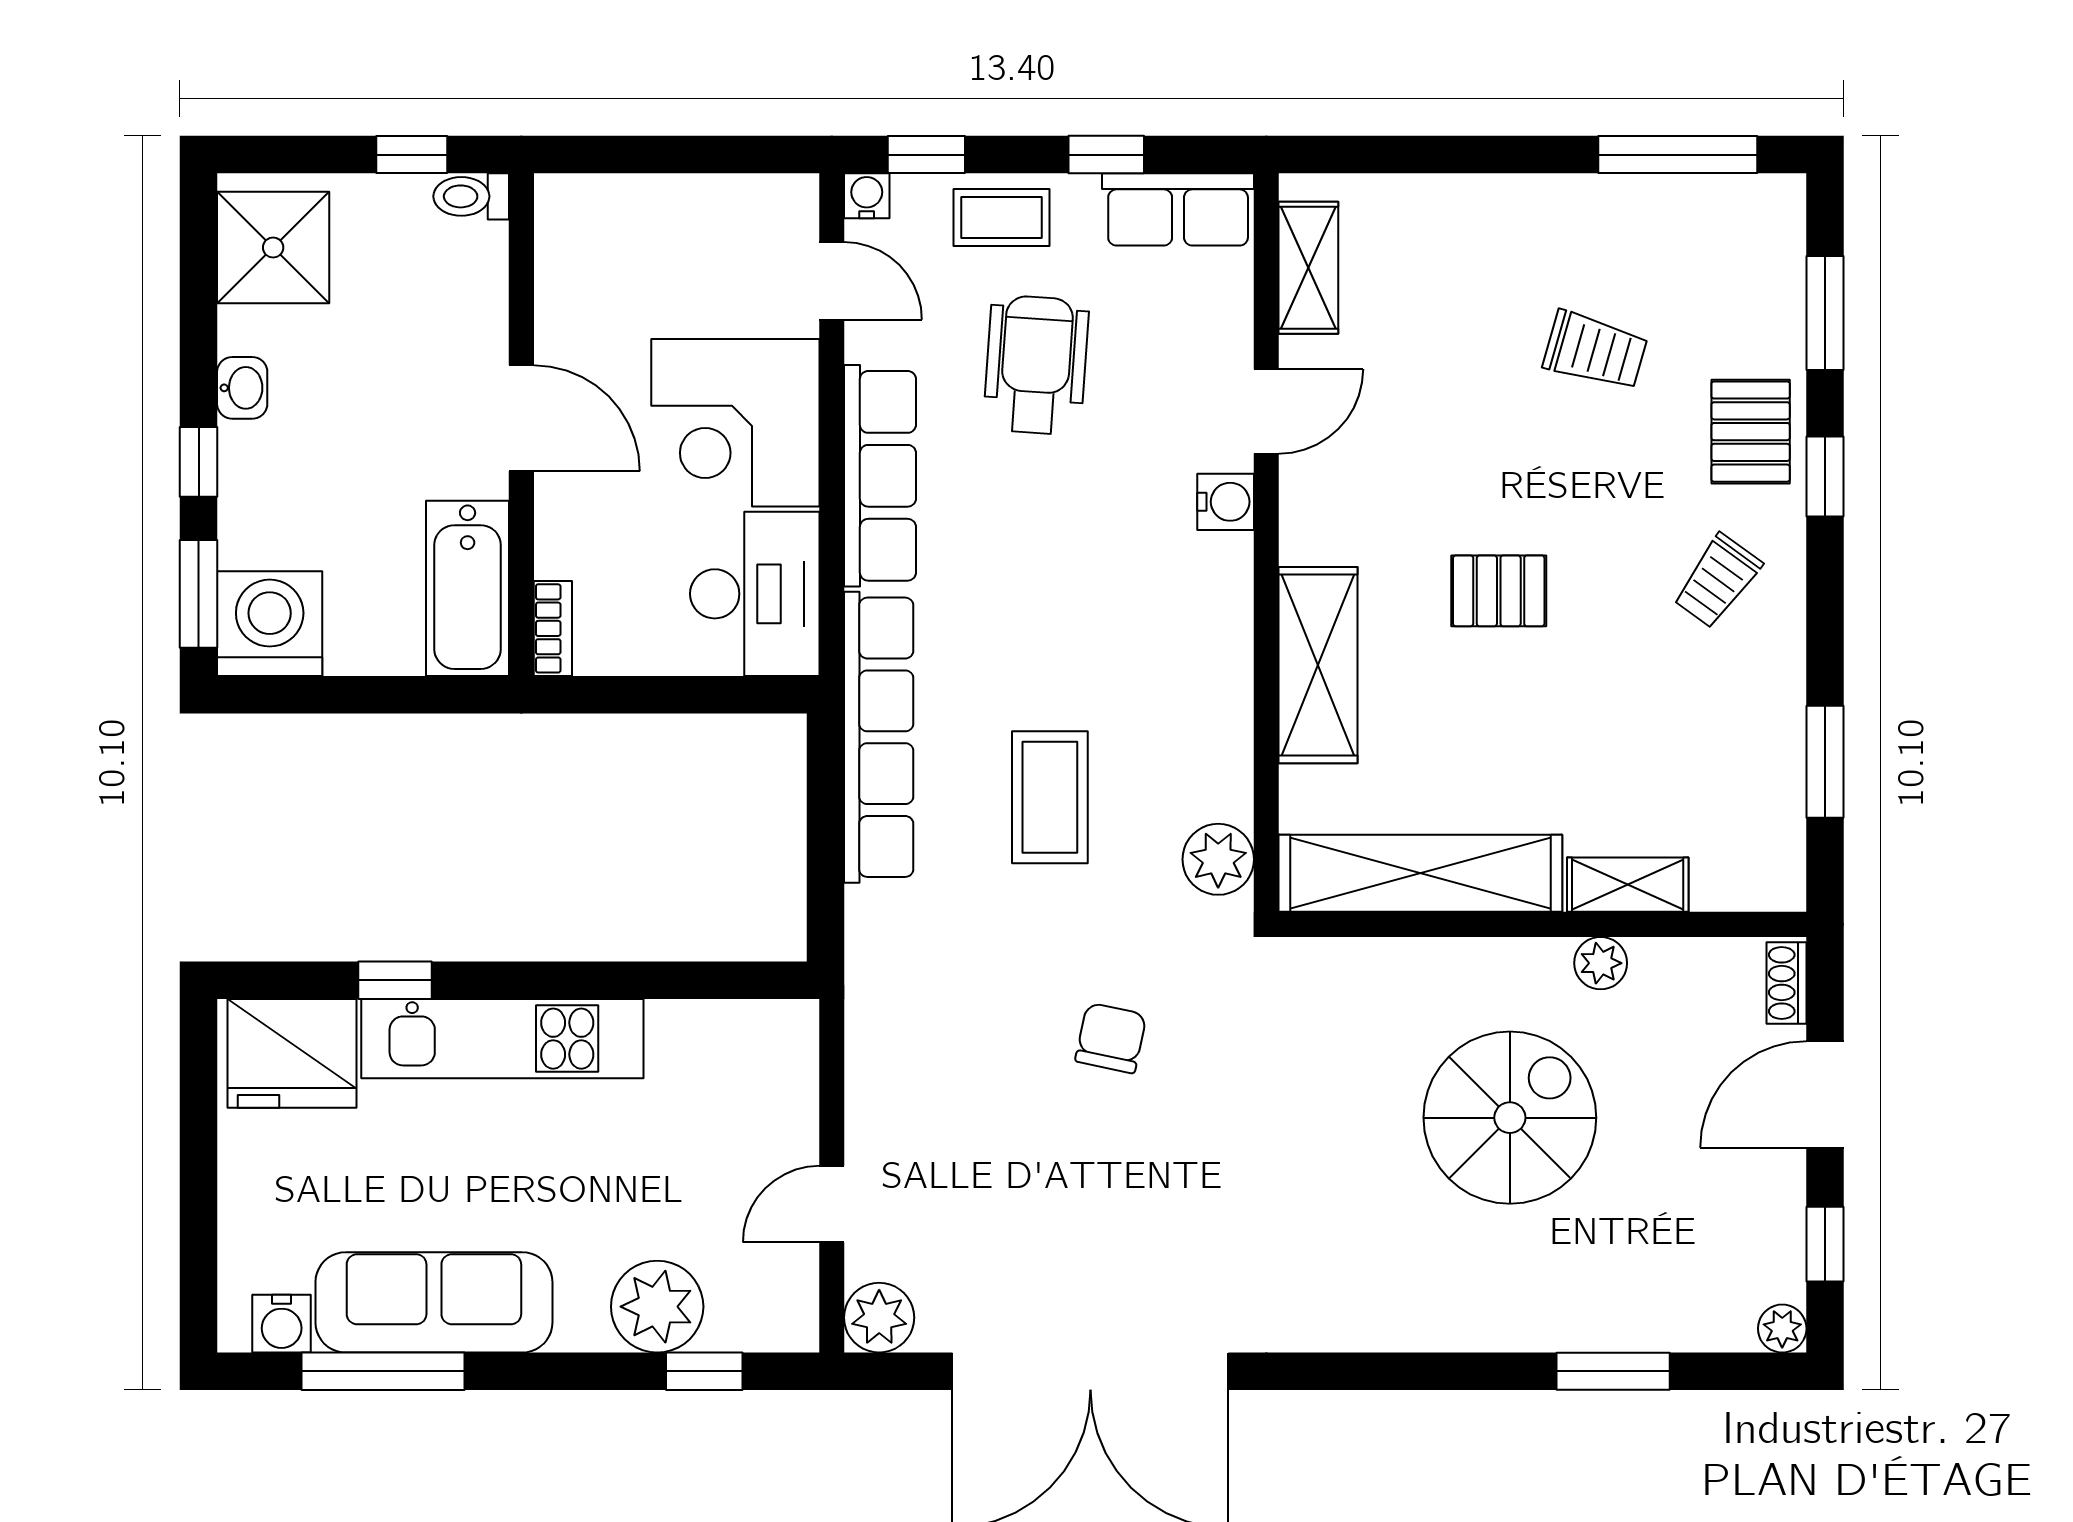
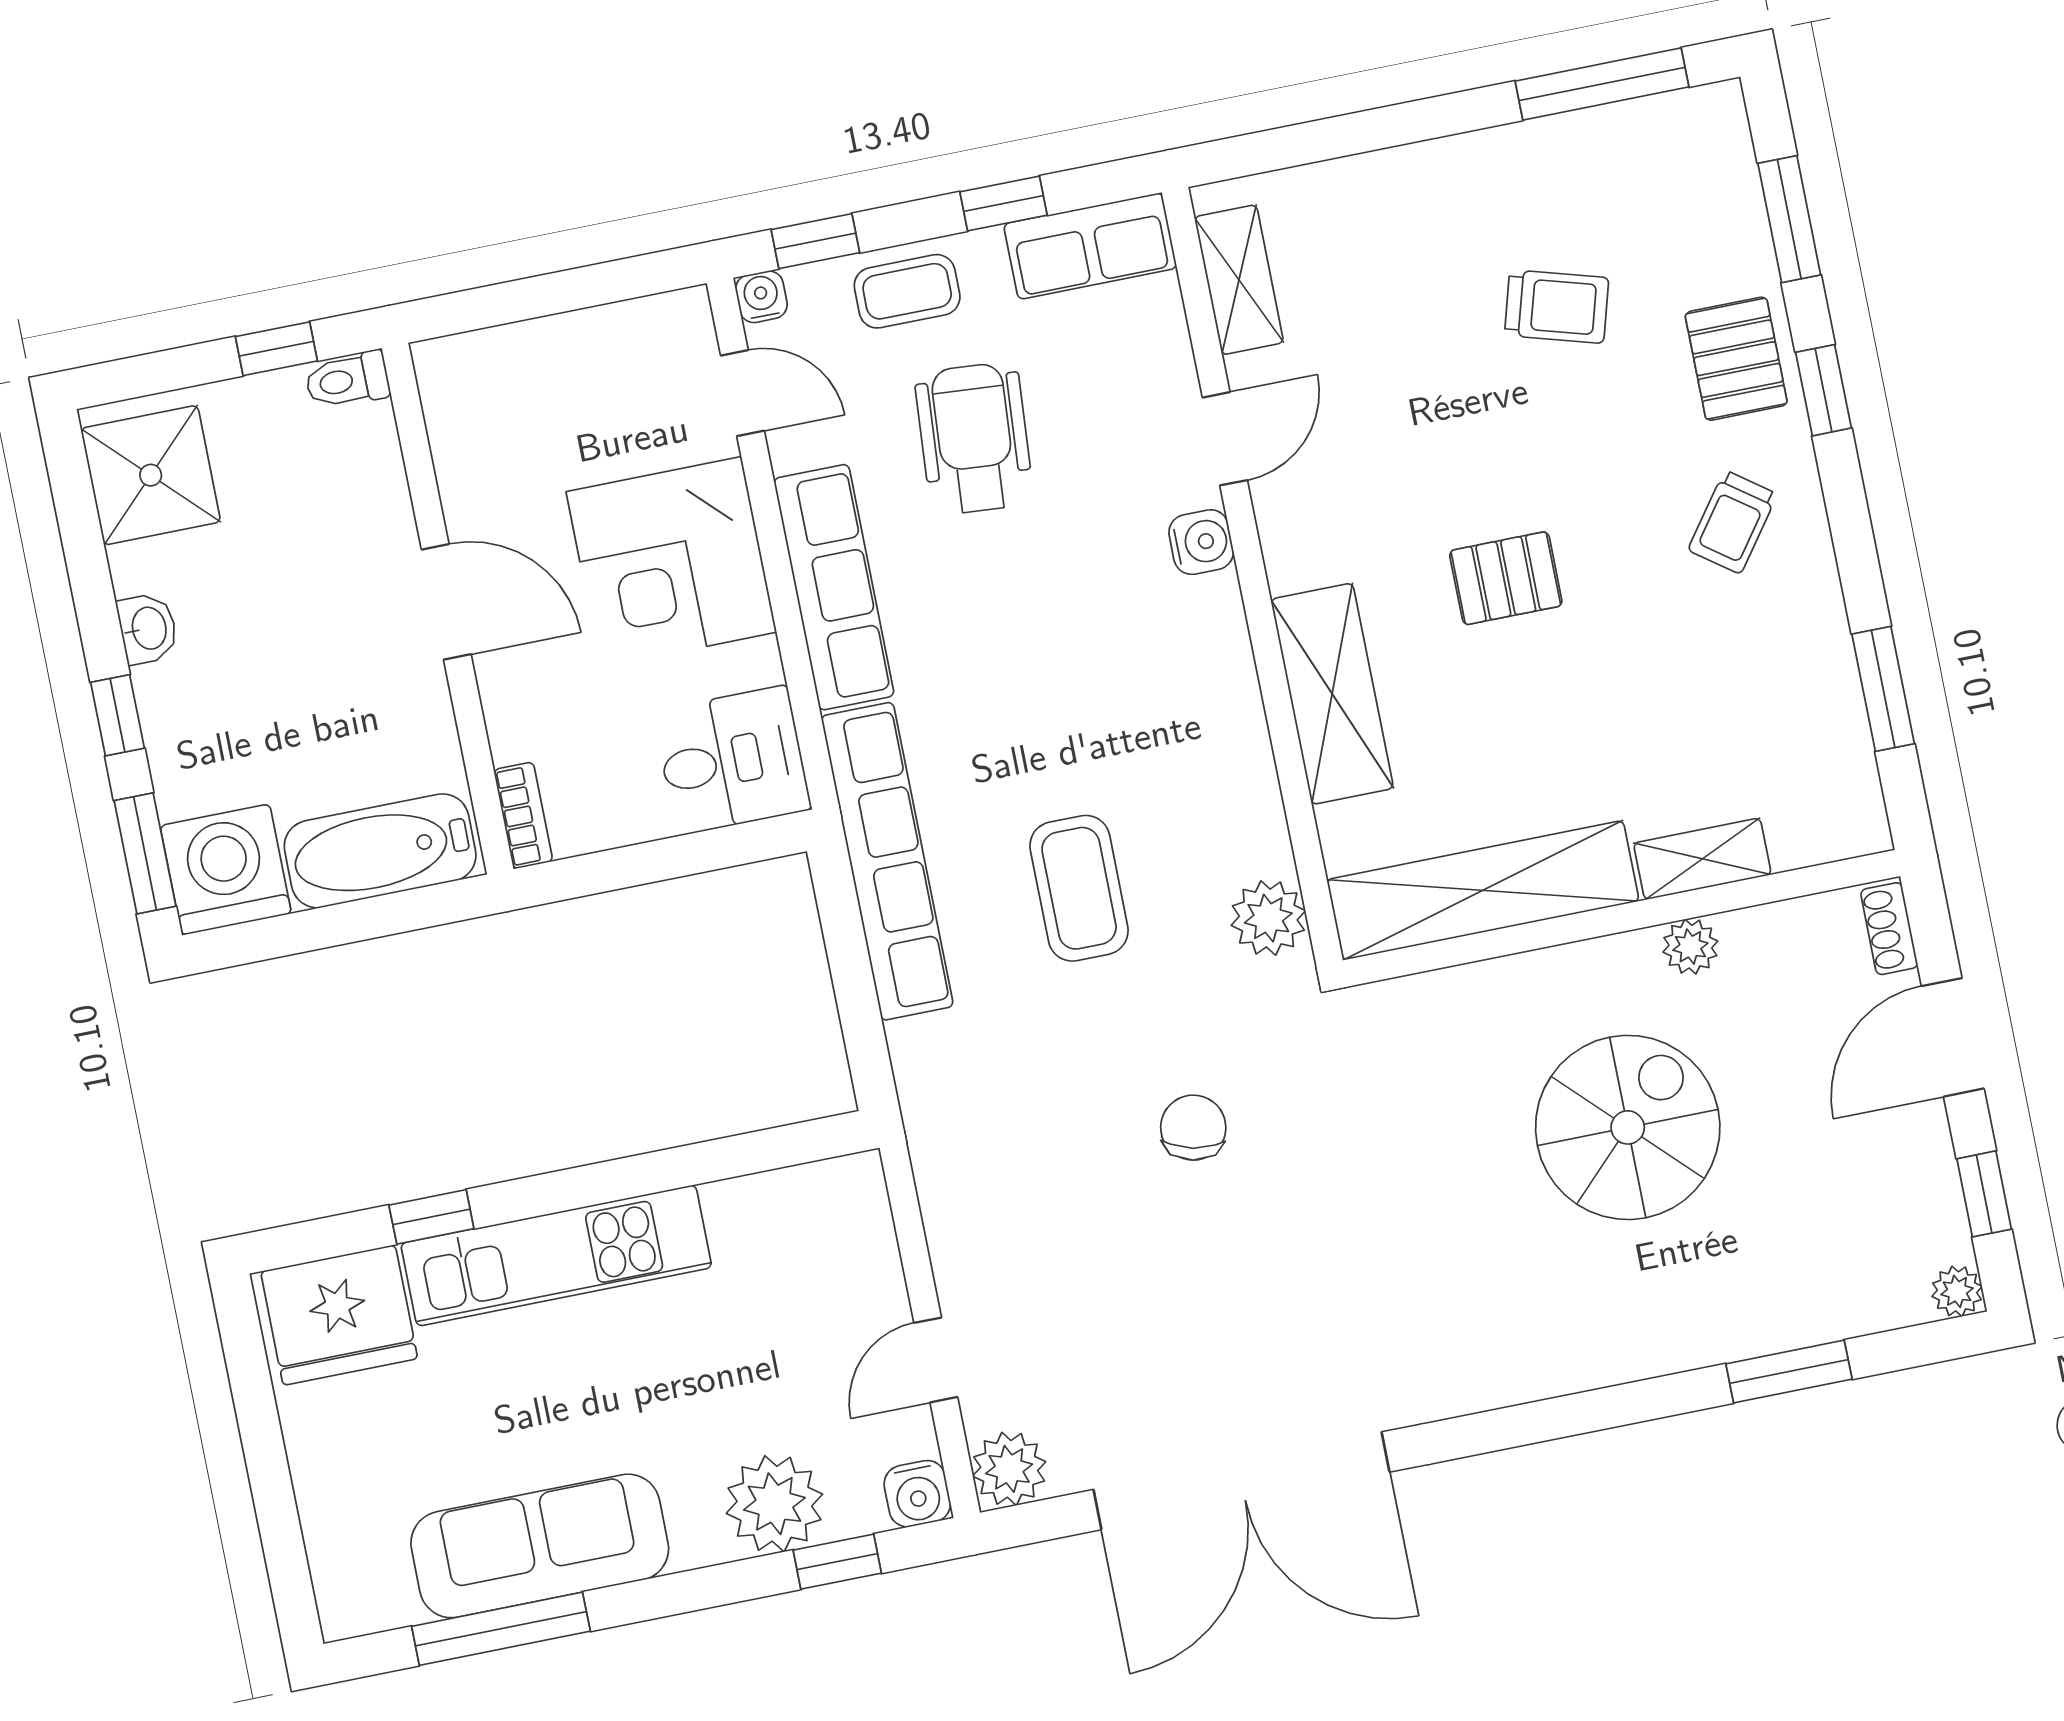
bathtub: (468, 588) -> (380, 851), moved, turned 90
desk: (755, 594) -> (732, 760), width x0.73
water cooler: (282, 1324) -> (917, 1494), moved

